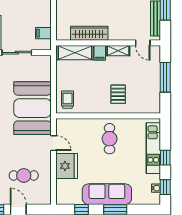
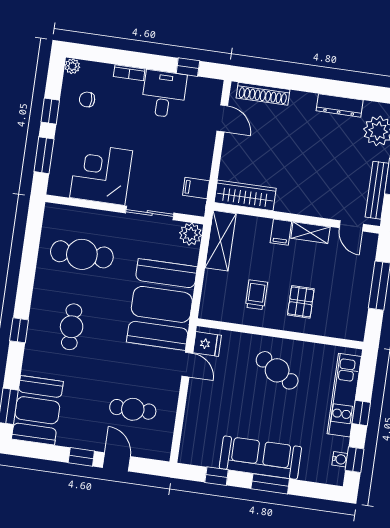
wardrobe: (89, 33) -> (245, 195), moved
shelving: (75, 53) -> (221, 241), moved, turned 90
plant: (44, 62) -> (190, 234), added
trolley: (68, 100) -> (256, 295), moved
cafe table: (110, 139) -> (277, 370), turned -58
fridge: (67, 166) -> (207, 344), moved, width x0.53, depth x0.75

